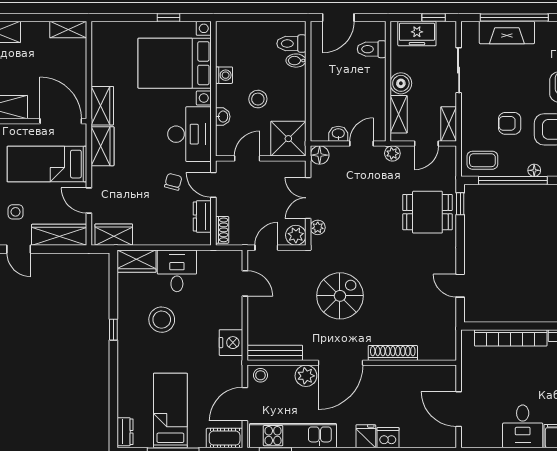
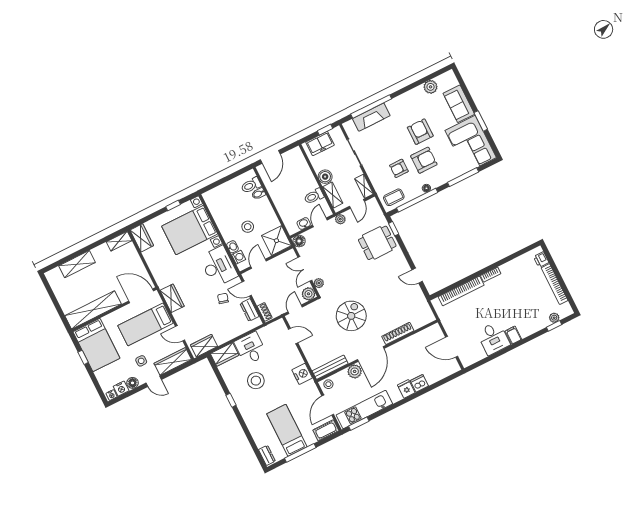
toilet: (372, 49) -> (314, 196), moved
washing machine: (224, 75) -> (239, 257), moved
wardrobe: (102, 106) -> (142, 238), moved

